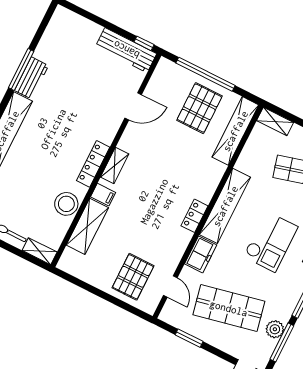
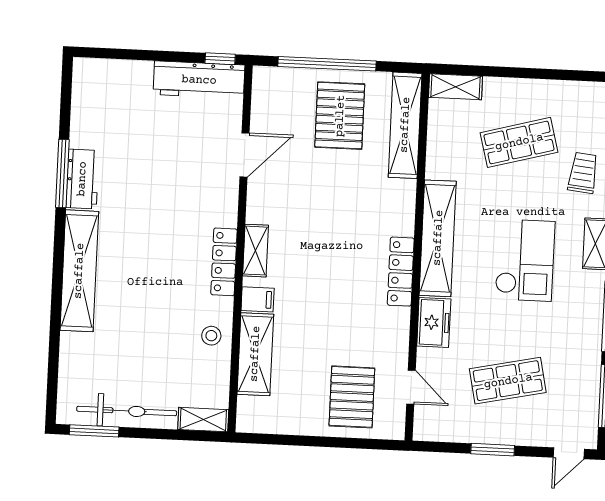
stool: (66, 204) -> (211, 336), width x0.53, depth x0.53
locker: (195, 216) -> (401, 272), width x1.53
shop shelf: (229, 308) -> (508, 381), width x0.70, depth x0.74
plant: (275, 329) -> (586, 382), removed
window: (189, 338) -> (493, 450), moved

